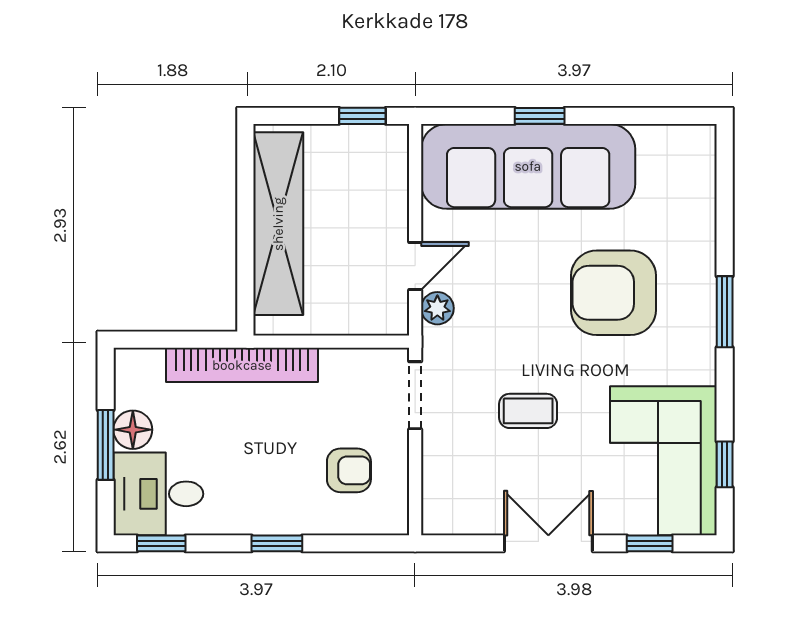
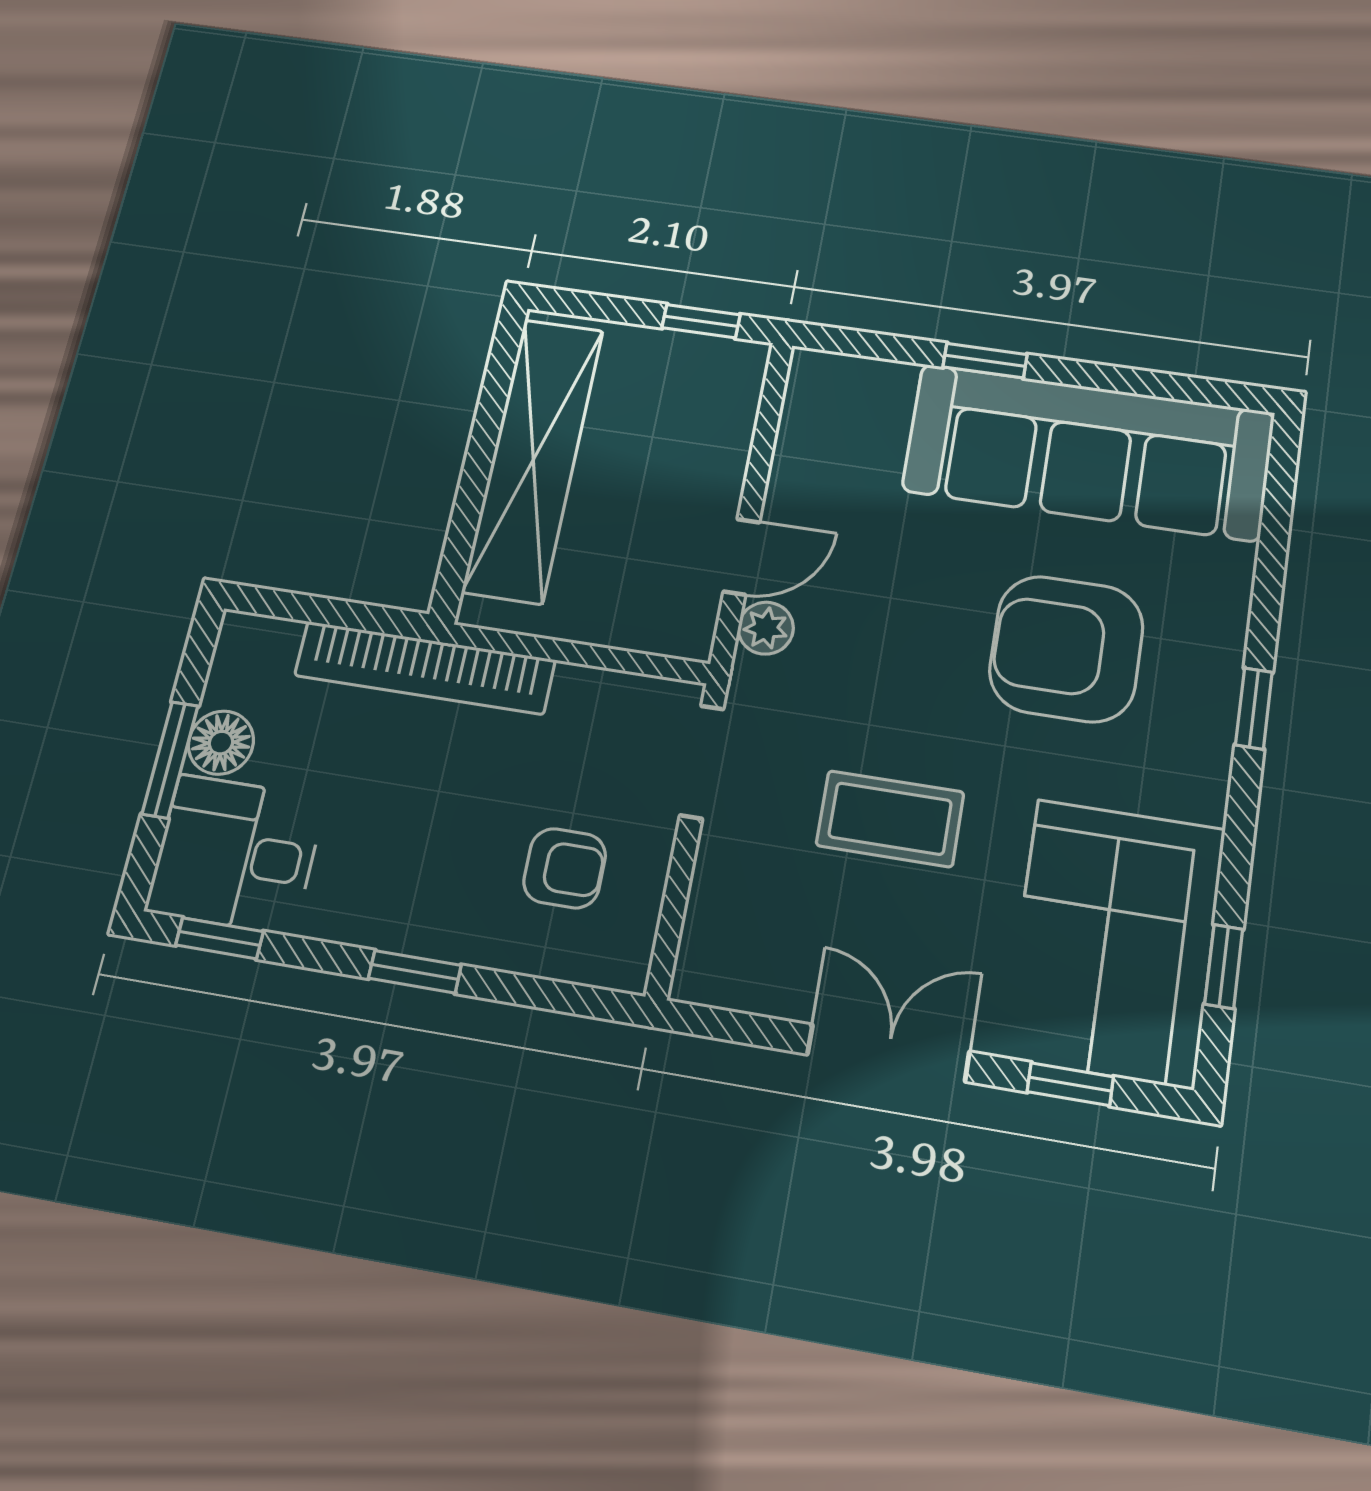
sofa: (528, 166) -> (1088, 452), moved
window: (725, 312) -> (1254, 708), width x0.67
coffee table: (528, 411) -> (890, 819), width x1.36, depth x1.30

